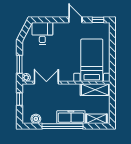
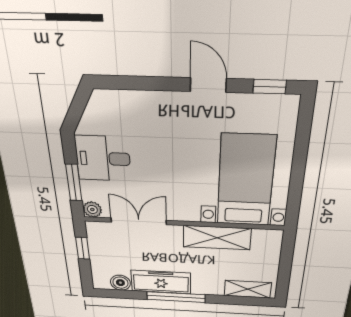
desk: (42, 33) -> (103, 159), moved, turned -90
shelving: (95, 90) -> (217, 238), moved
freezer: (71, 117) -> (161, 282), moved
window: (62, 126) -> (176, 297), width x0.68

